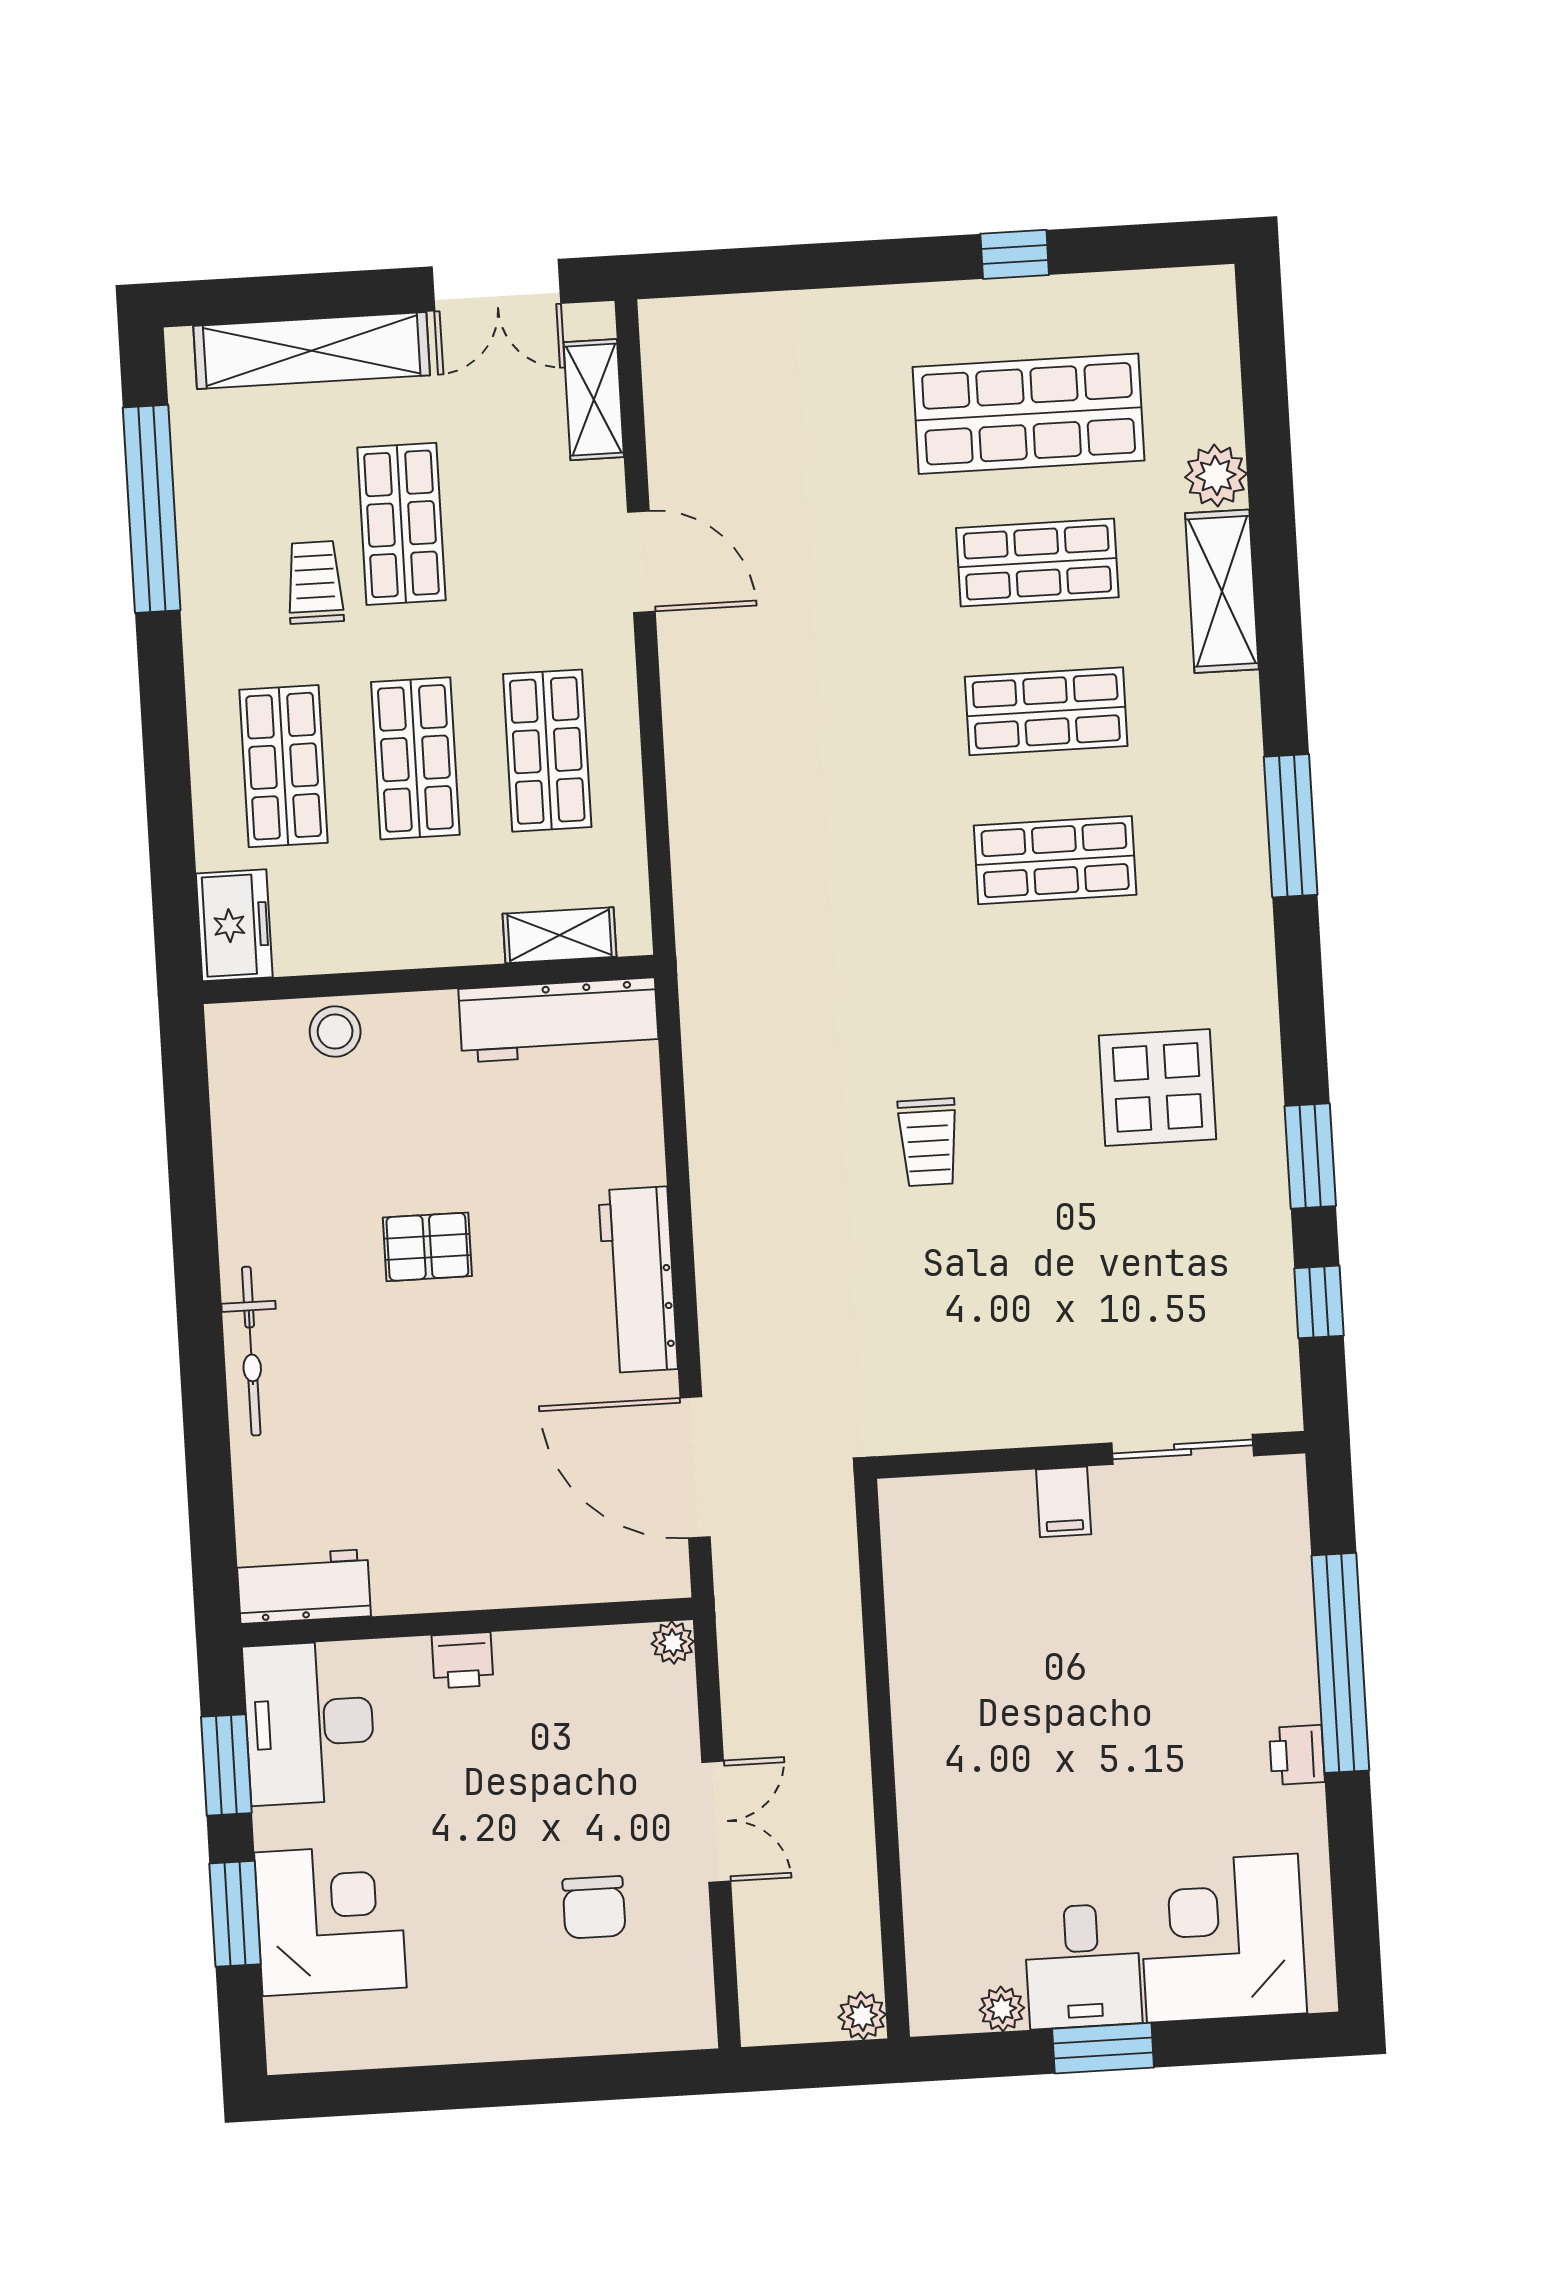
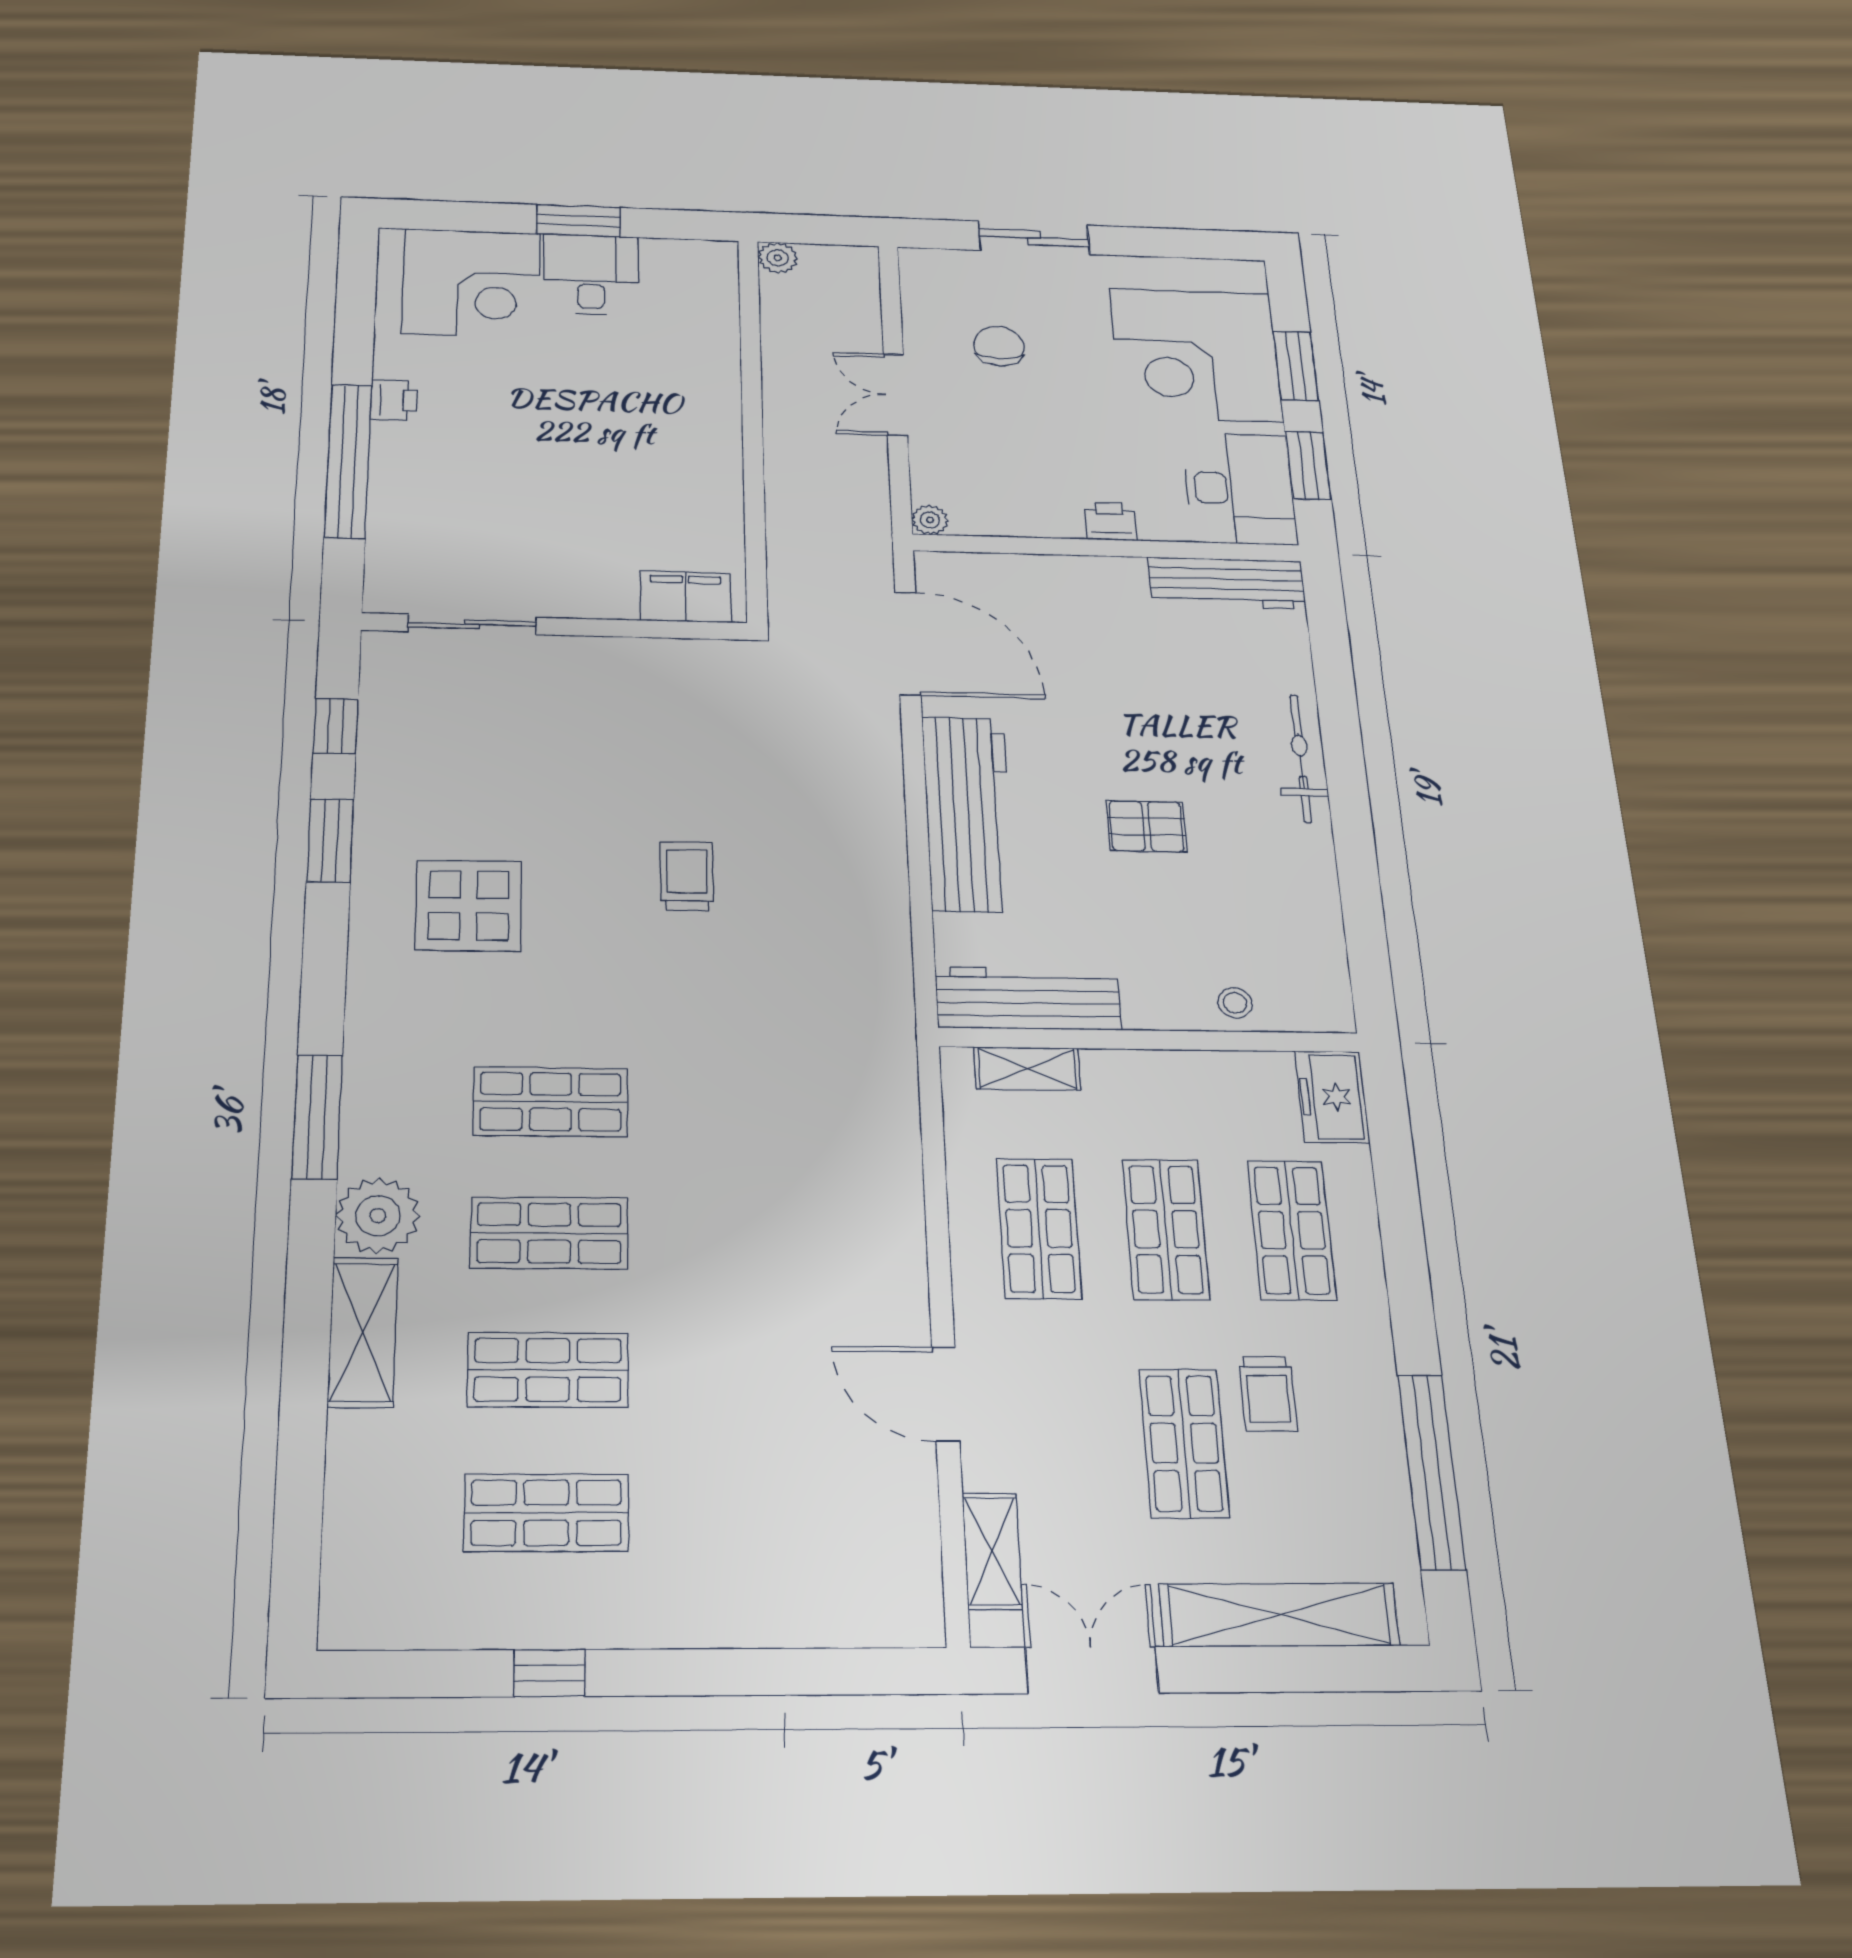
shop shelf: (1029, 414) -> (546, 1513), width x0.70, depth x0.74
plant: (1216, 476) -> (378, 1216), moved, width x1.36, depth x1.36
stool: (335, 1031) -> (1235, 1003), width x0.73, depth x0.73
workbench: (638, 1280) -> (968, 814), width x1.36, depth x1.32
filing cabinet: (1064, 1502) -> (686, 597), moved, width x2.00
workbench: (304, 1587) -> (1227, 583), width x1.38
corner desk: (330, 1920) -> (1196, 355), width x1.36, depth x1.36
plant: (1002, 2009) -> (661, 253), removed
sliding door: (552, 2081) -> (1034, 238), added

